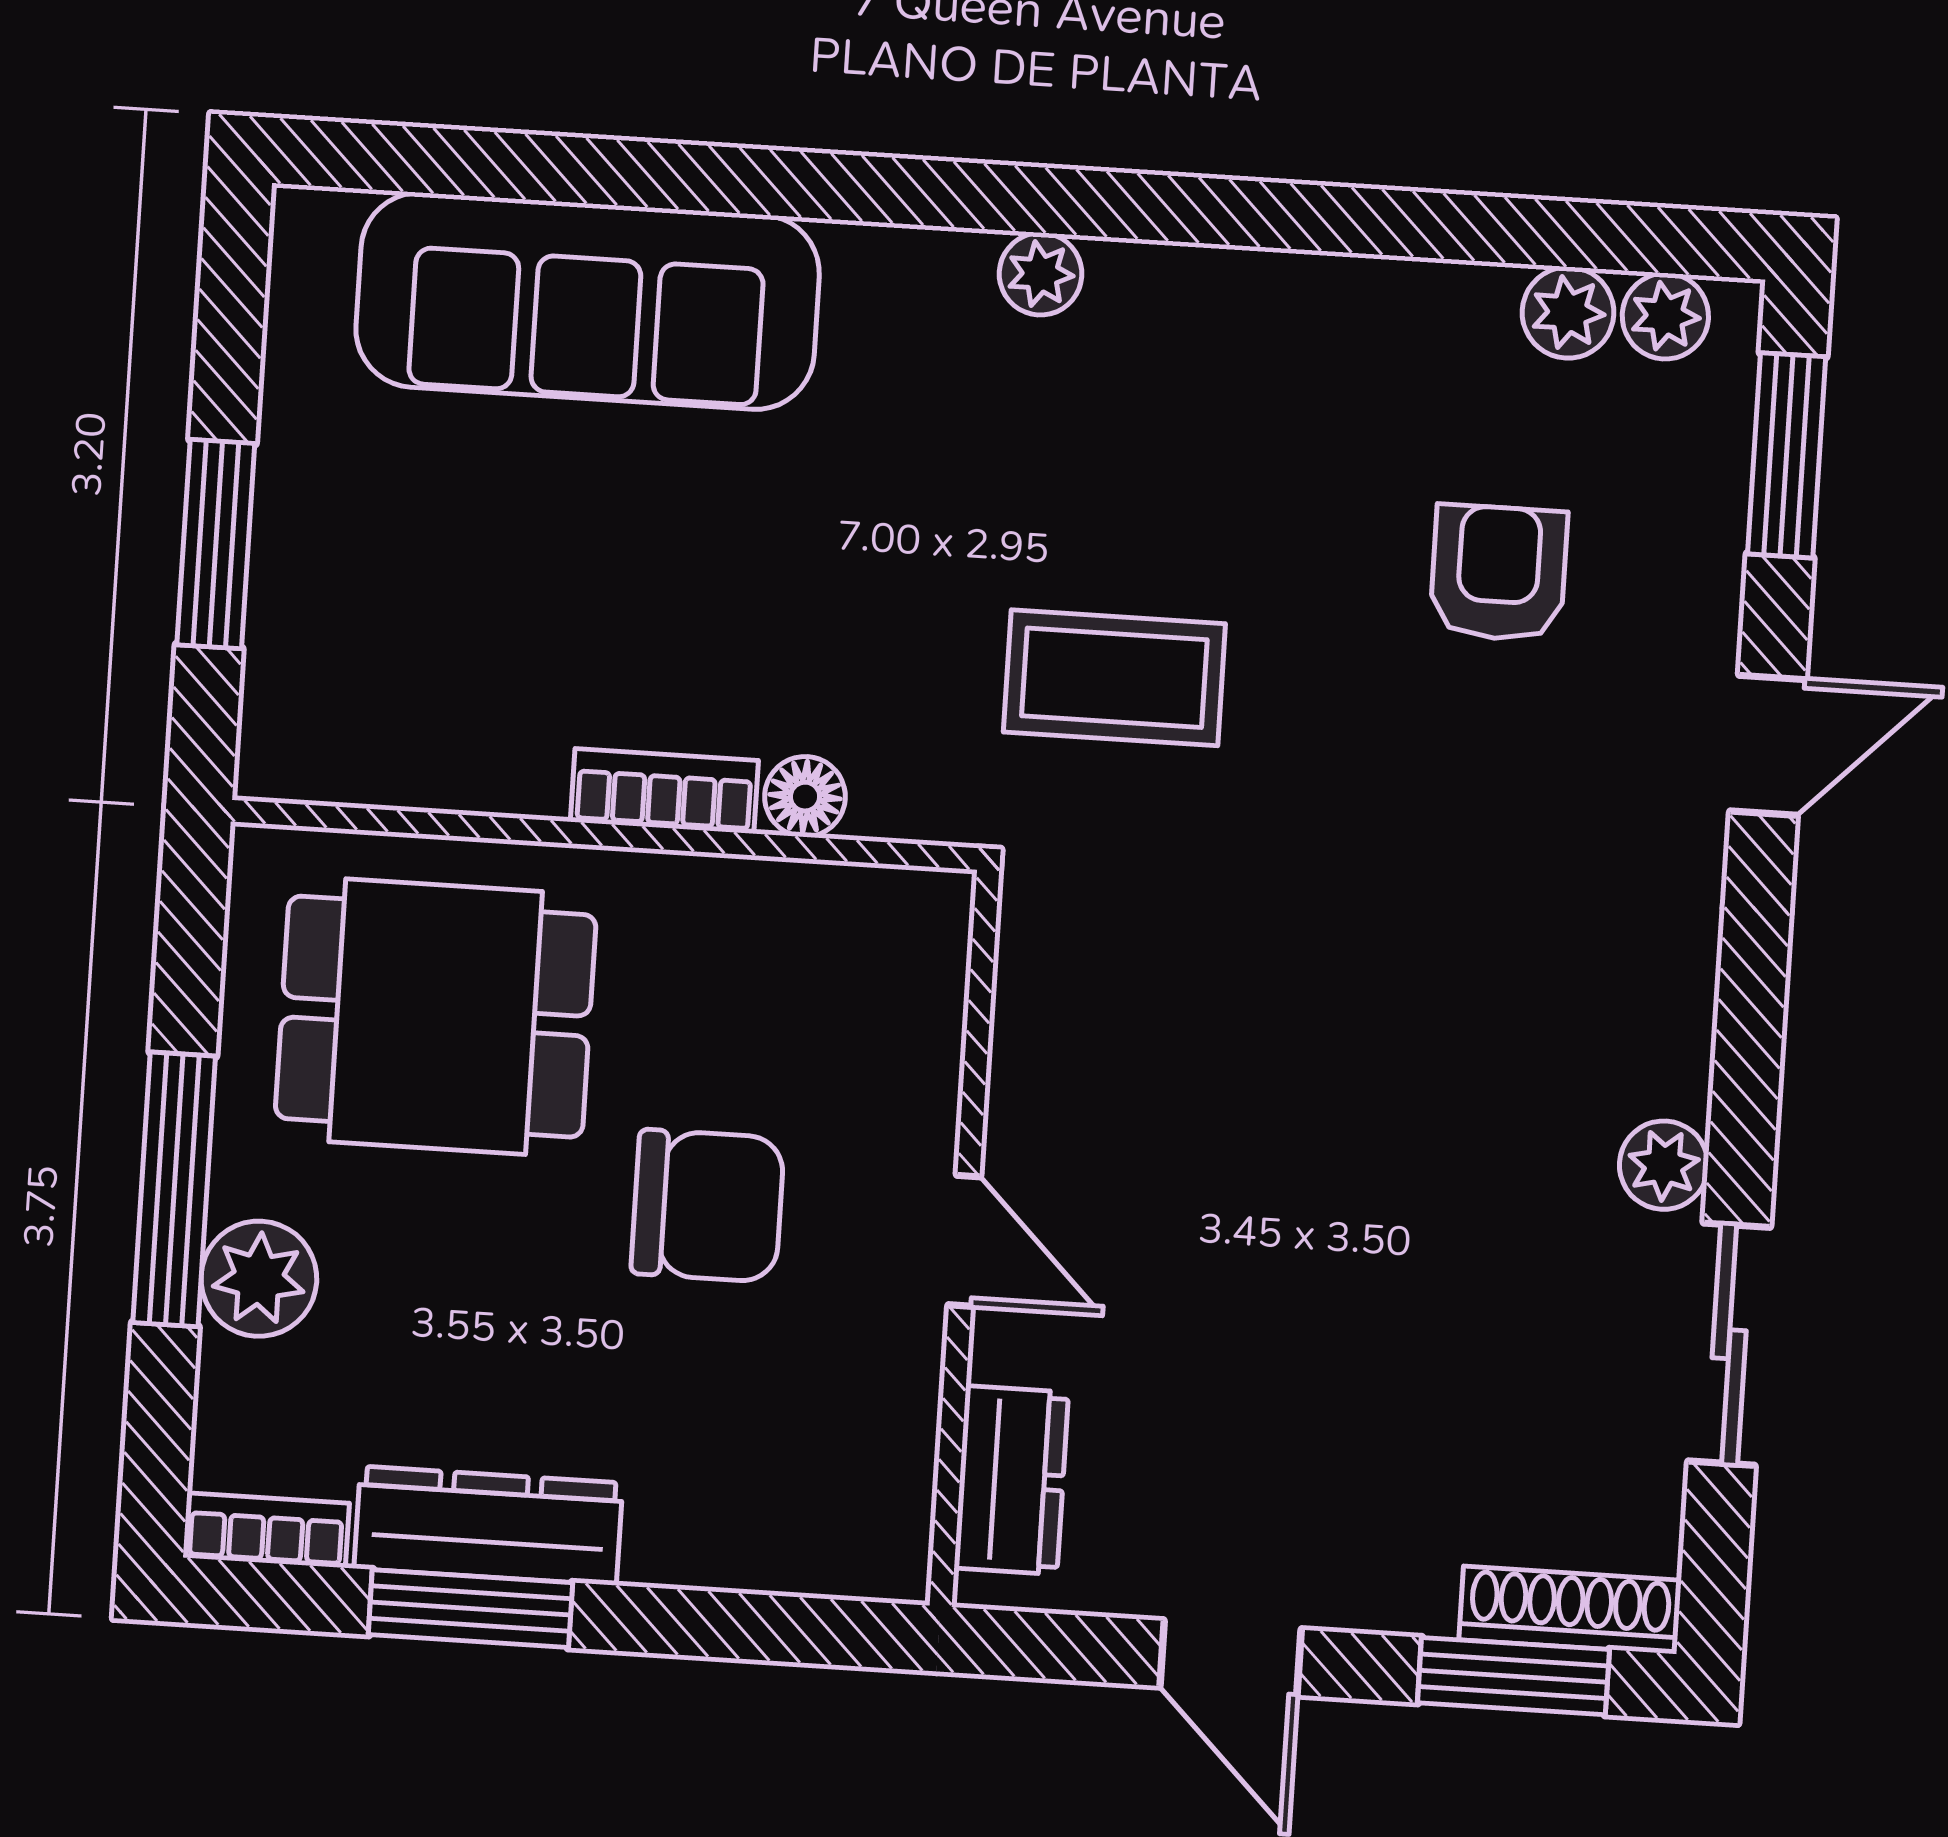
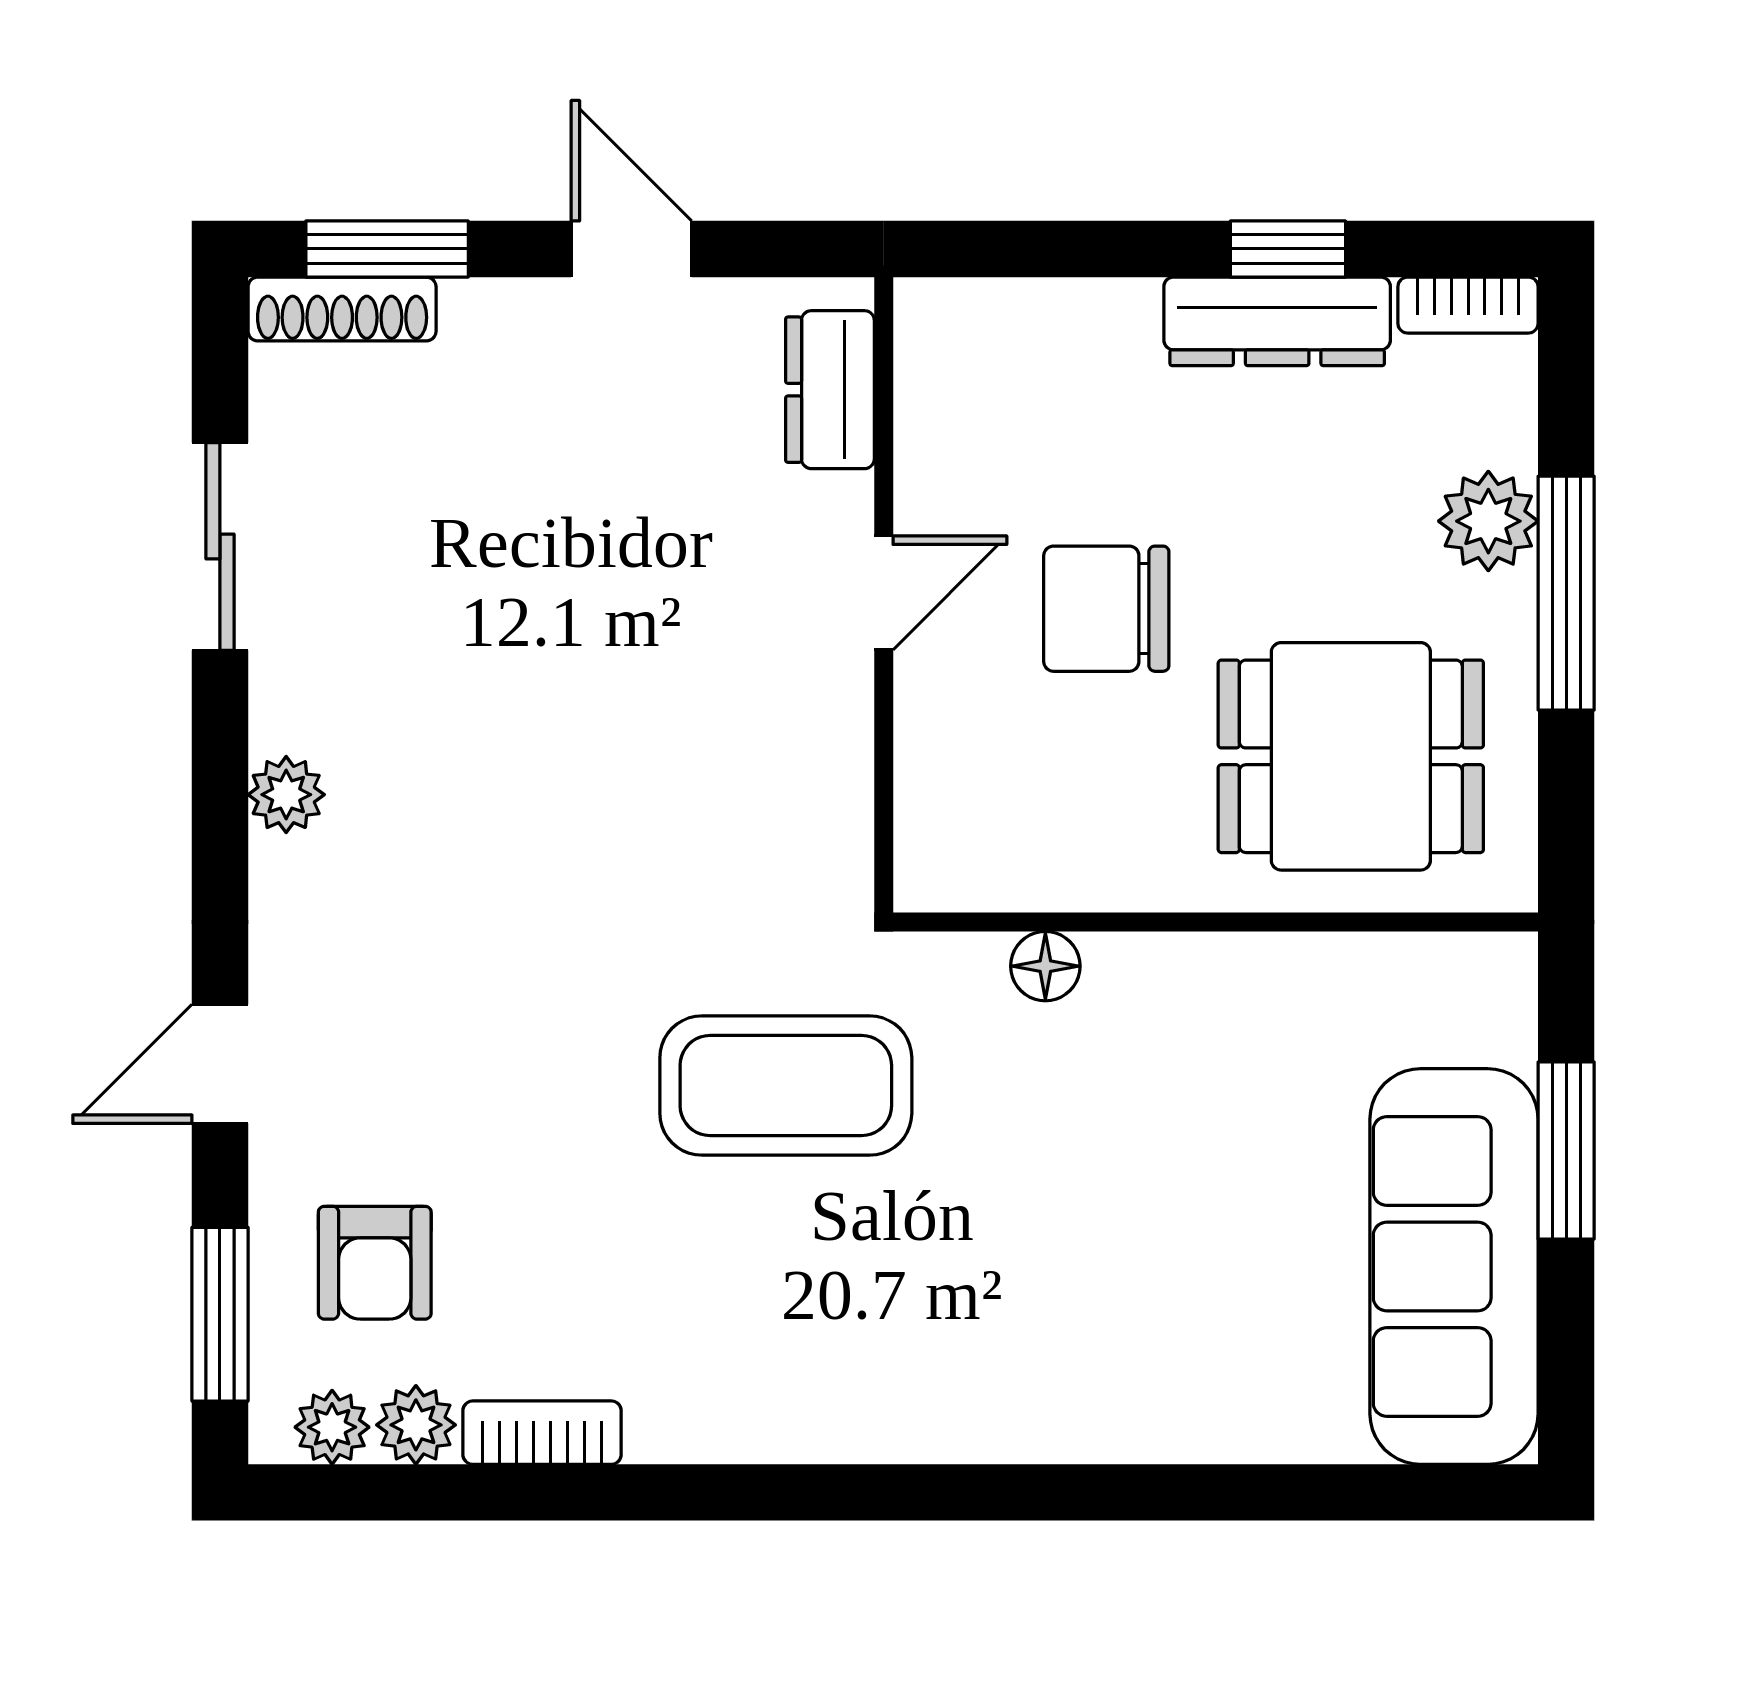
plant: (1040, 274) -> (872, 1429), removed
sofa: (588, 301) -> (1454, 1266), moved, turned -90
armchair: (1499, 573) -> (375, 1263), moved
coffee table: (1114, 678) -> (786, 1086), width x1.36, depth x1.32
bookcase: (664, 791) -> (542, 1433), moved, turned 180
plant: (1664, 1165) -> (286, 795), moved
door: (964, 1241) -> (884, 593), swing flipped
window: (470, 1609) -> (1288, 249), width x0.67

